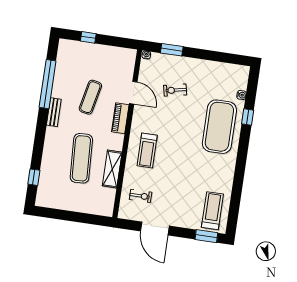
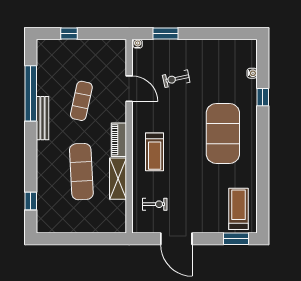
bench: (54, 112) -> (42, 118), width x1.36
piano: (120, 118) -> (119, 140), moved
exercise mat: (219, 127) -> (223, 133), moved

